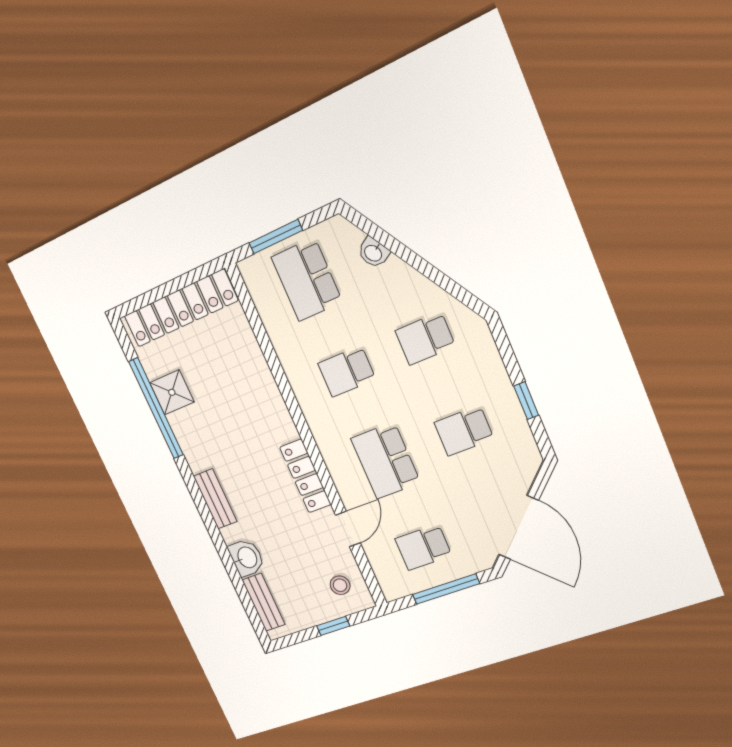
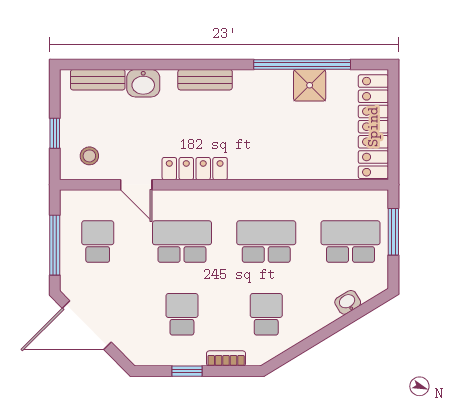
bookcase: (494, 363) -> (226, 358), added
school desk: (347, 371) -> (266, 242), width x1.85

